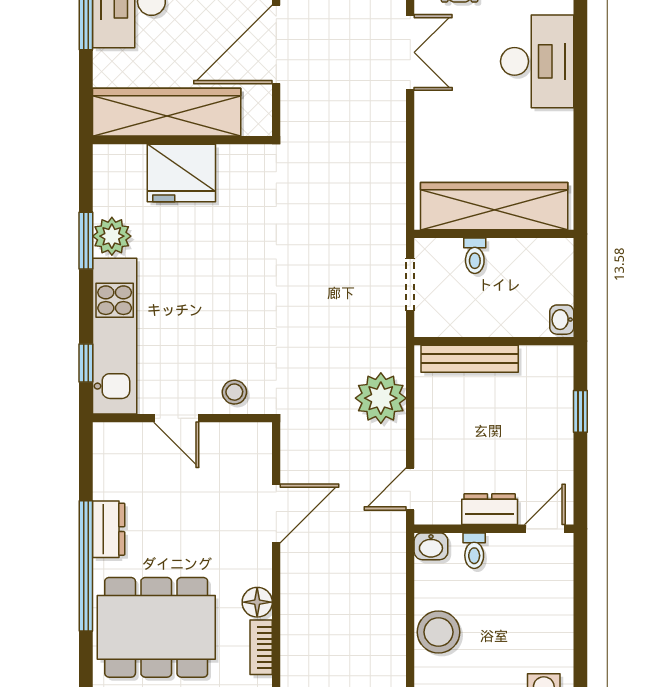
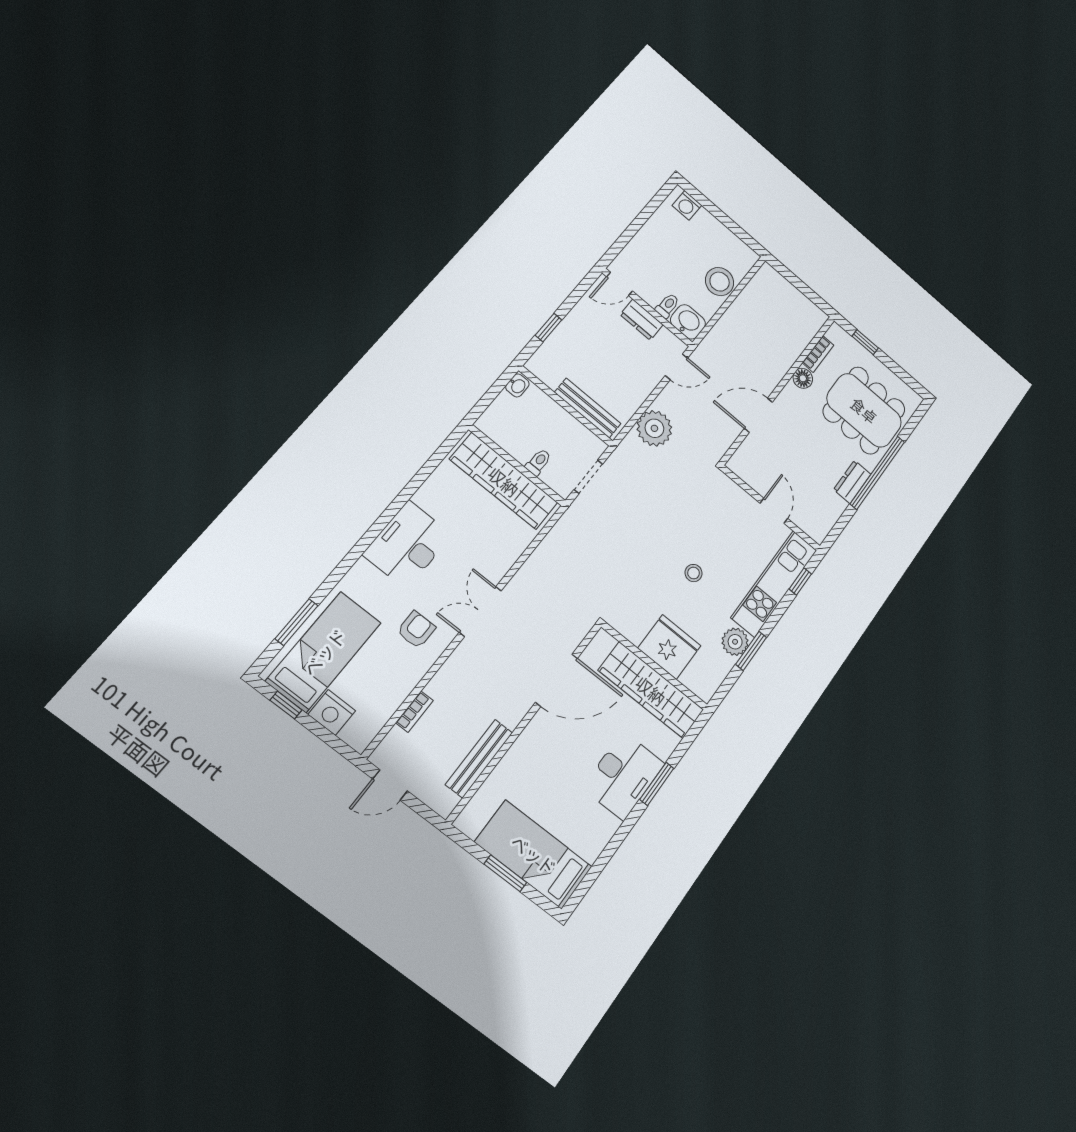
stool: (234, 392) -> (694, 573), moved
washbasin: (431, 546) -> (688, 322), width x1.38, depth x1.45

